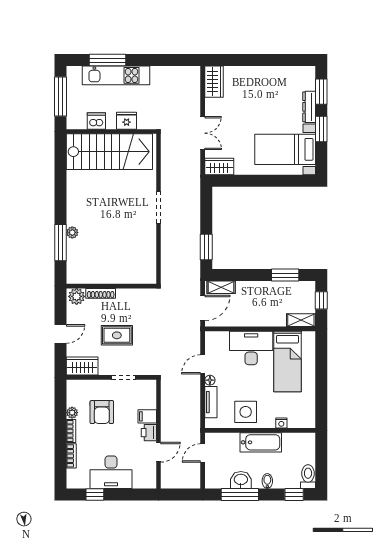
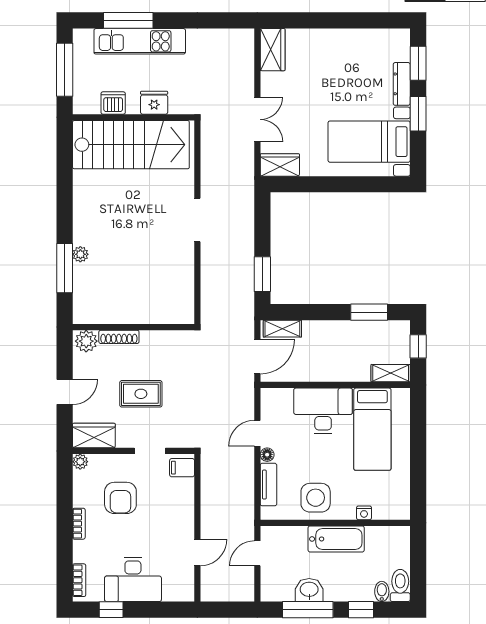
plant: (72, 413) -> (80, 462), moved
filing cabinet: (147, 416) -> (182, 468), moved
printer: (149, 433) -> (184, 526), removed
bookcase: (71, 456) -> (79, 580), moved
bidet: (267, 481) -> (382, 591), moved
window: (294, 494) -> (361, 610), moved

